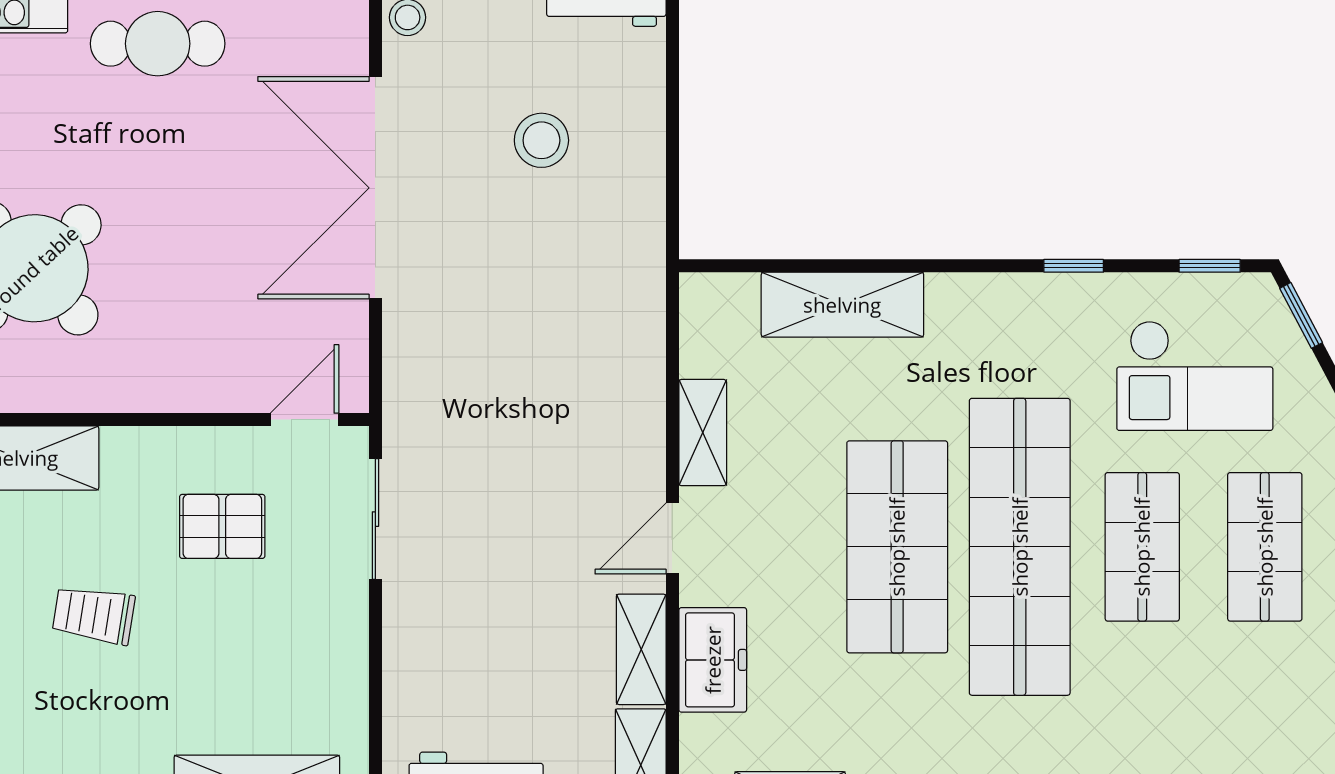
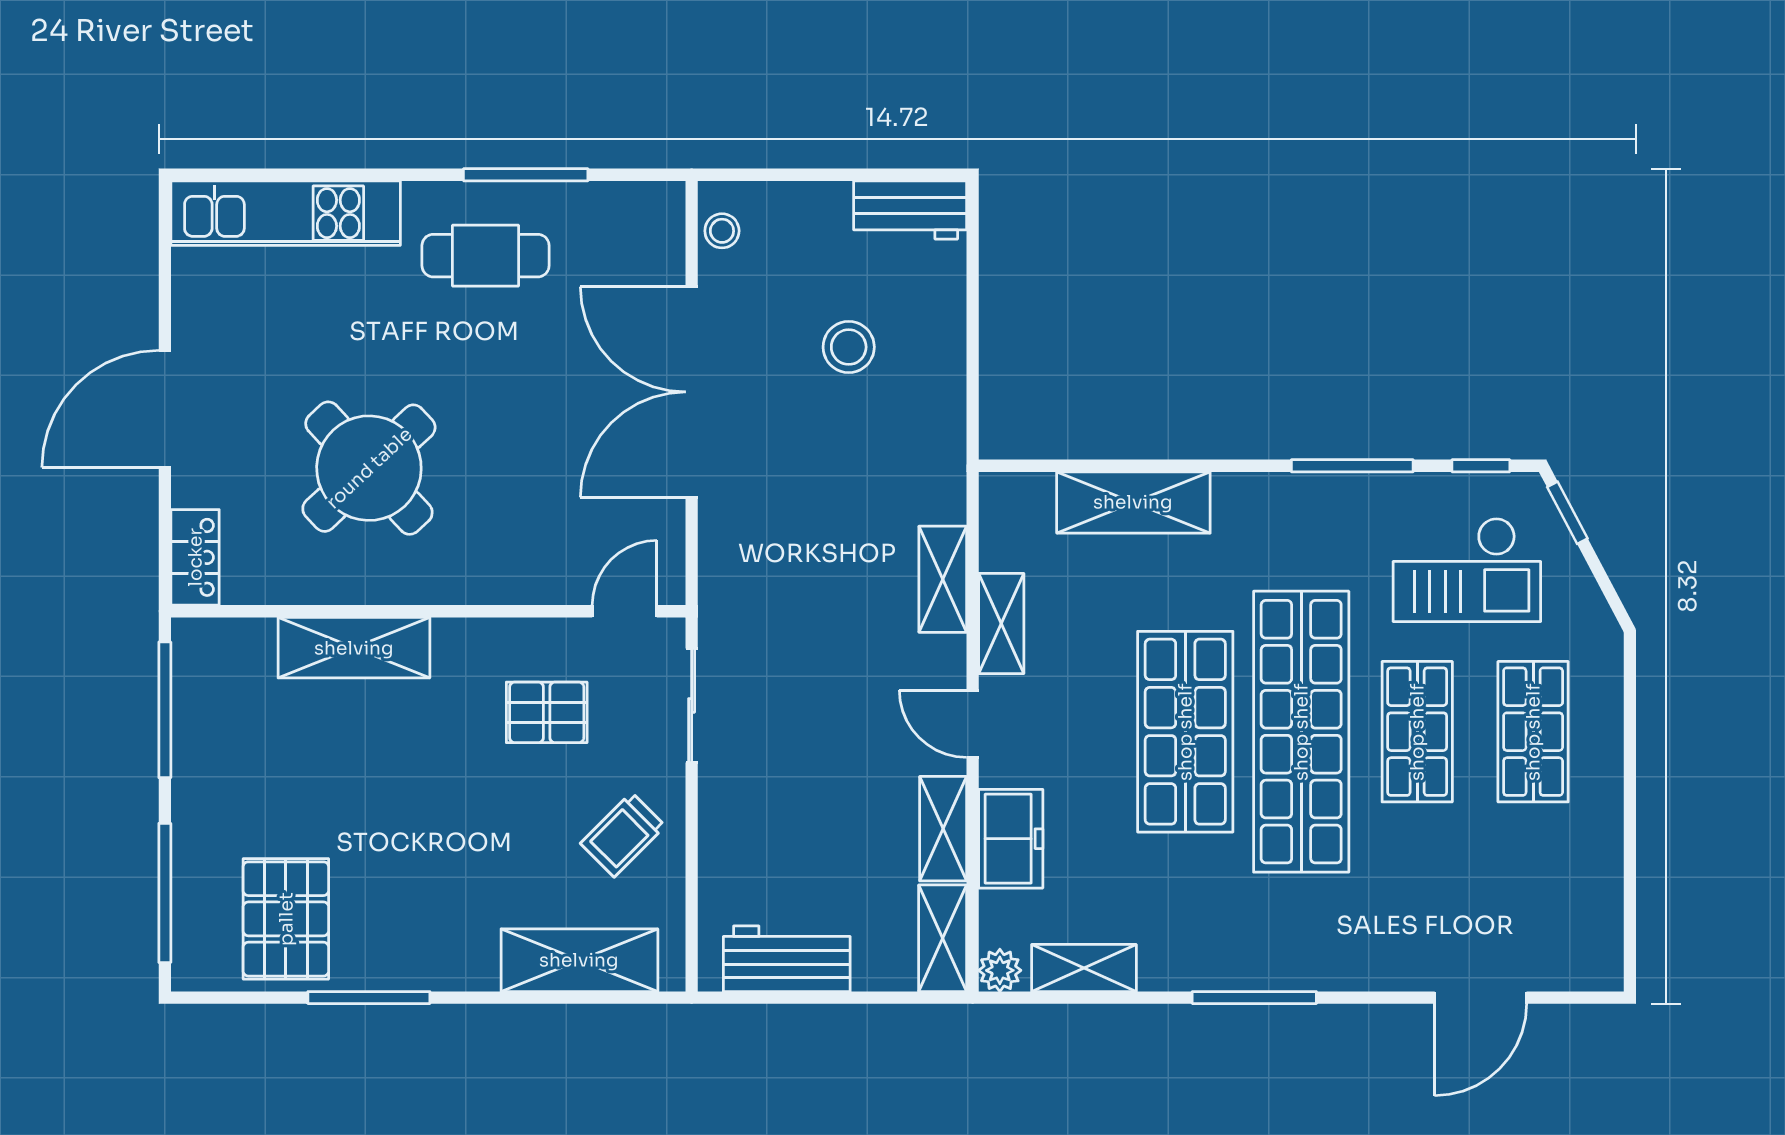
window: (1074, 266) -> (1352, 466), width x2.17
shelving: (641, 386) -> (943, 579), added
door: (672, 538) -> (973, 724), hinge flipped
trolley: (94, 615) -> (623, 835), moved, turned -54

